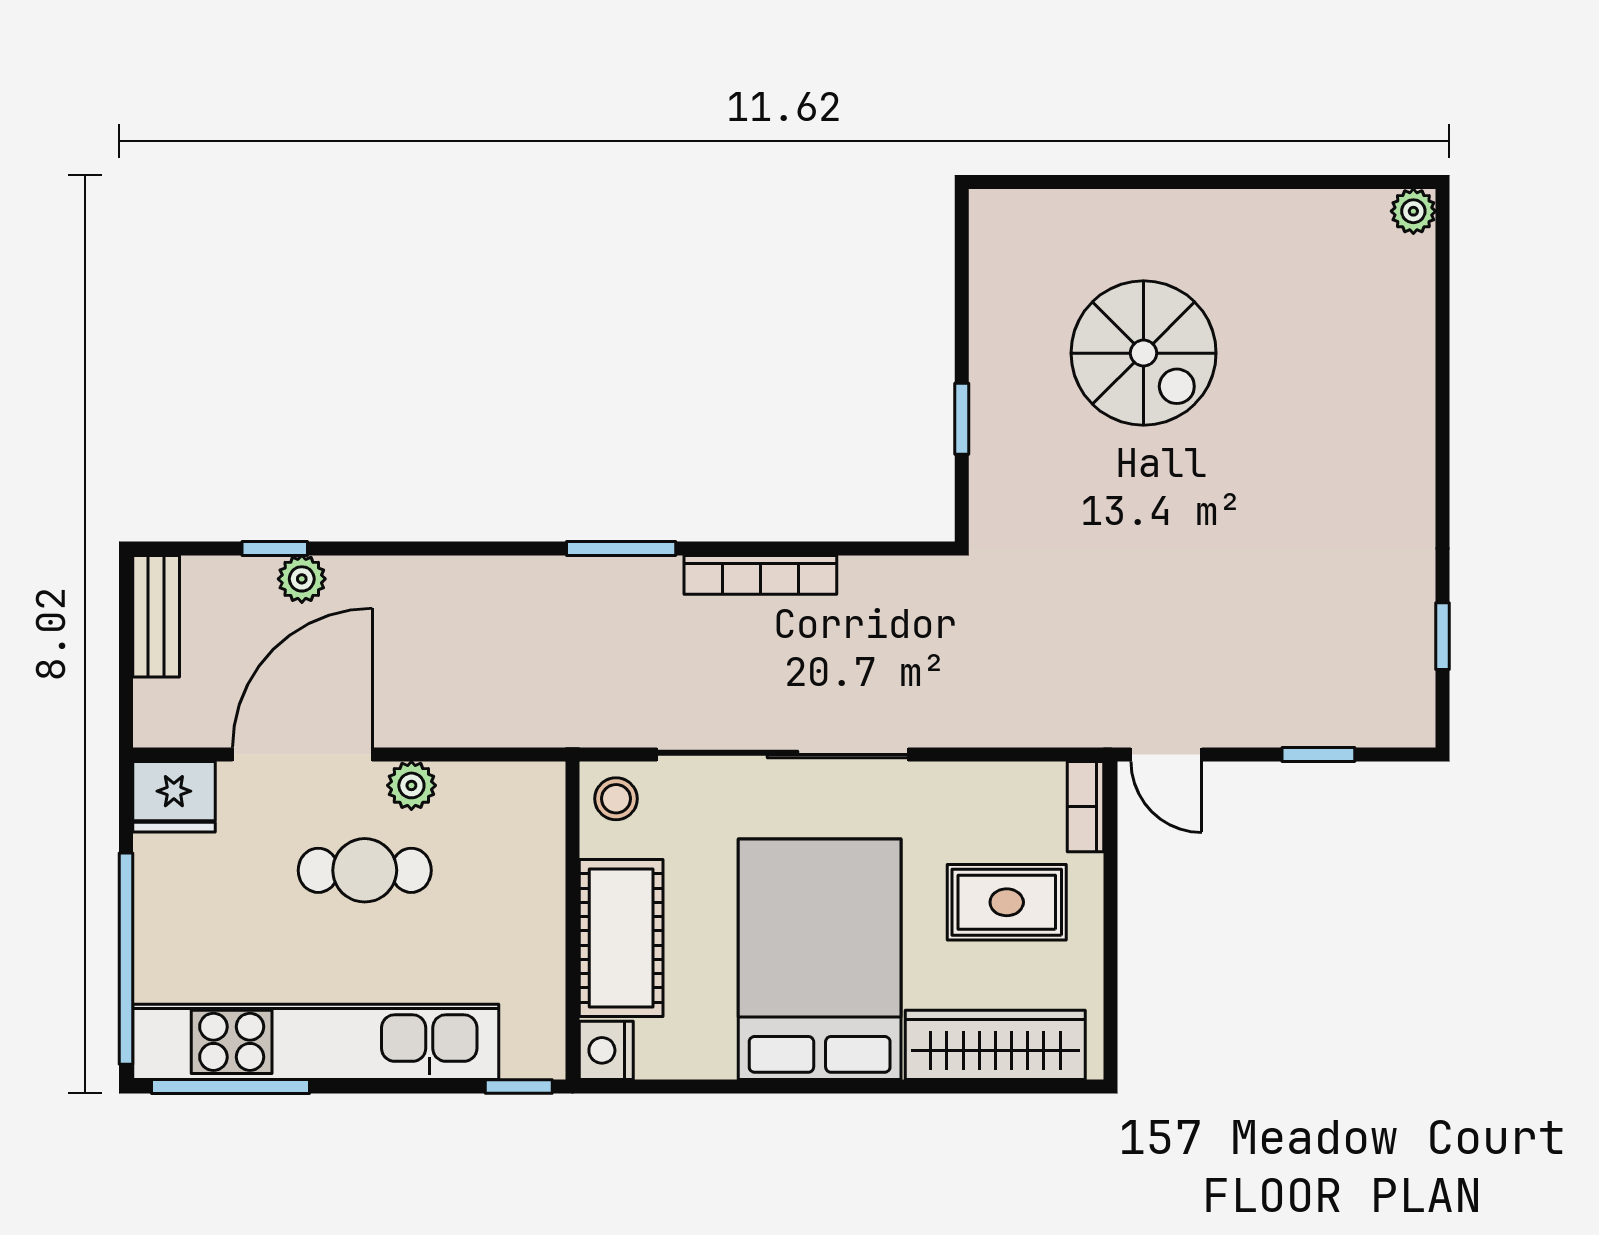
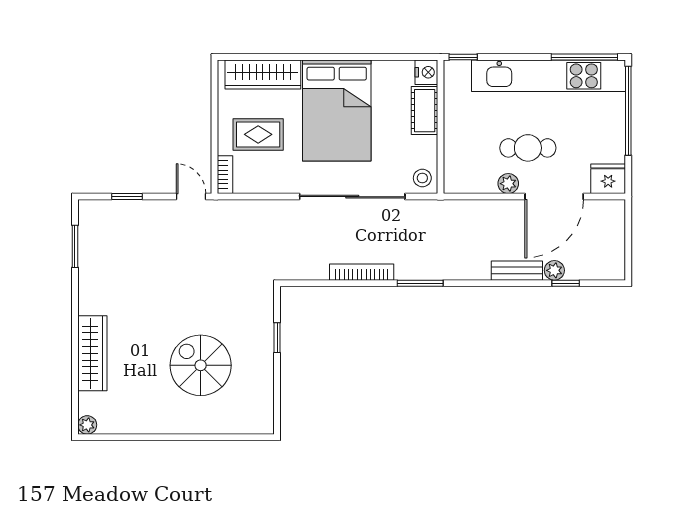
wardrobe: (1401, 382) -> (92, 353), added
bench: (156, 616) -> (517, 271), moved, turned 90
window: (1443, 636) -> (75, 246), width x1.50
cot: (621, 938) -> (425, 111), width x0.73, depth x0.75

